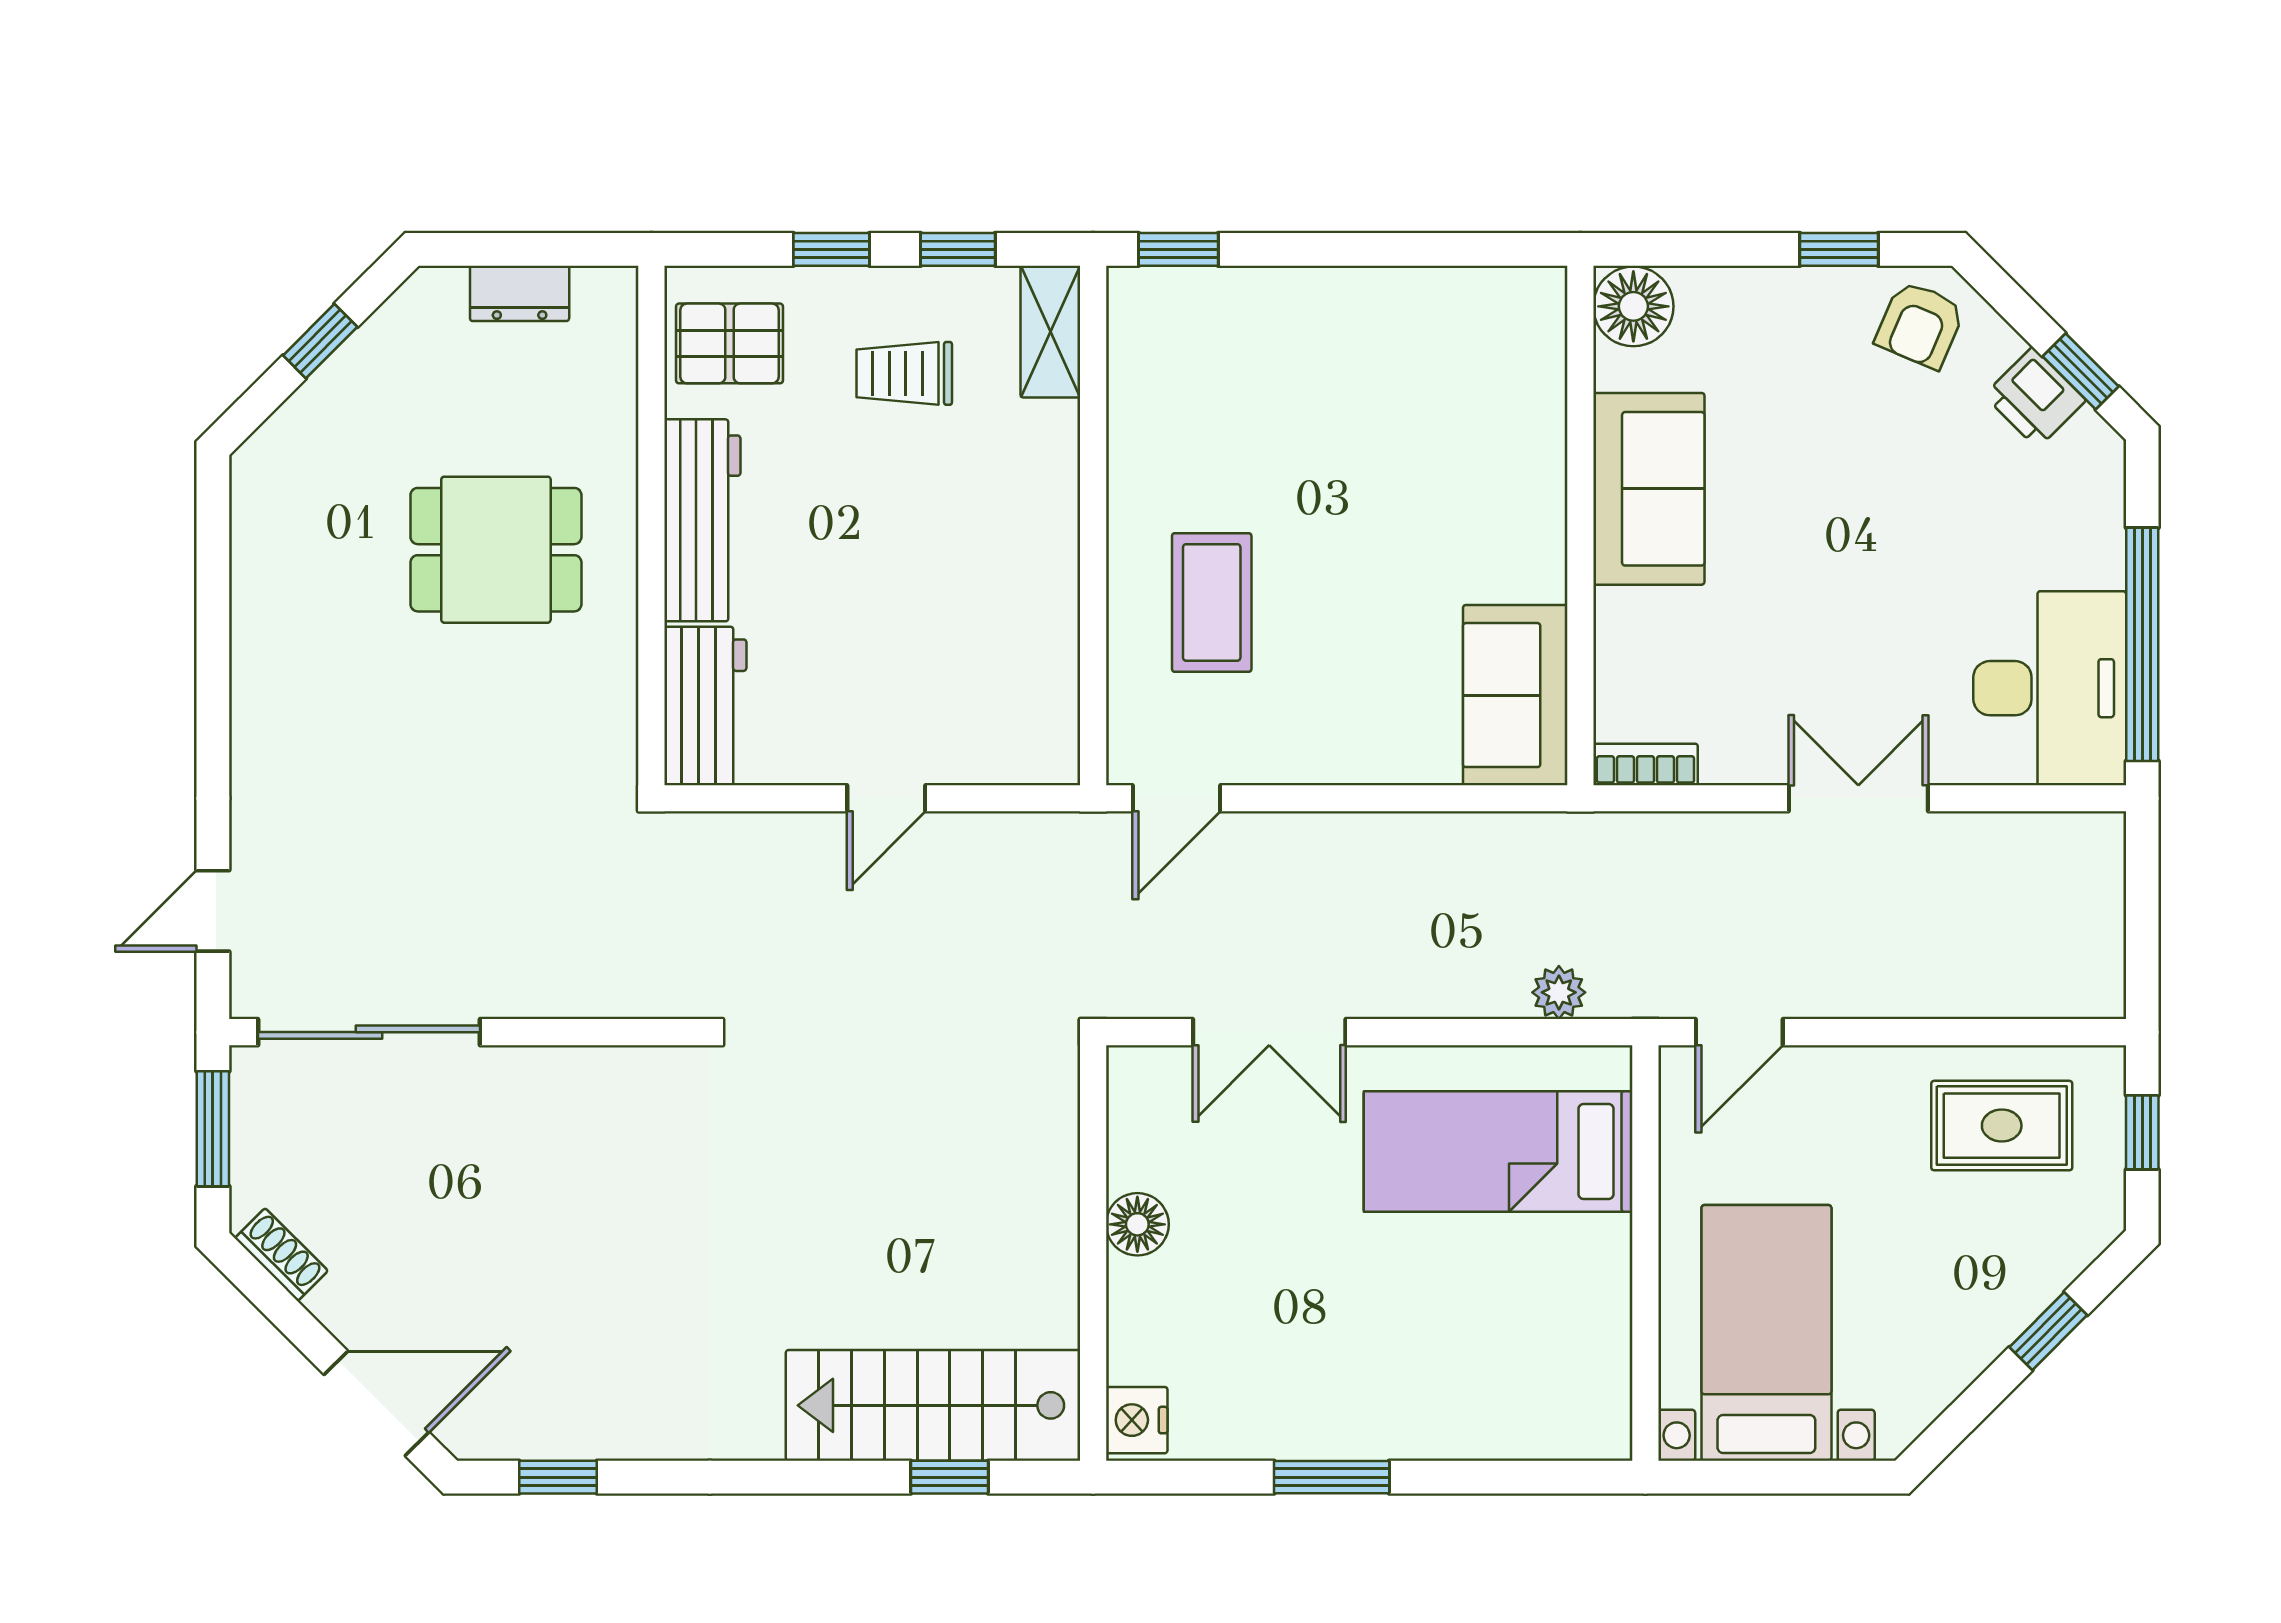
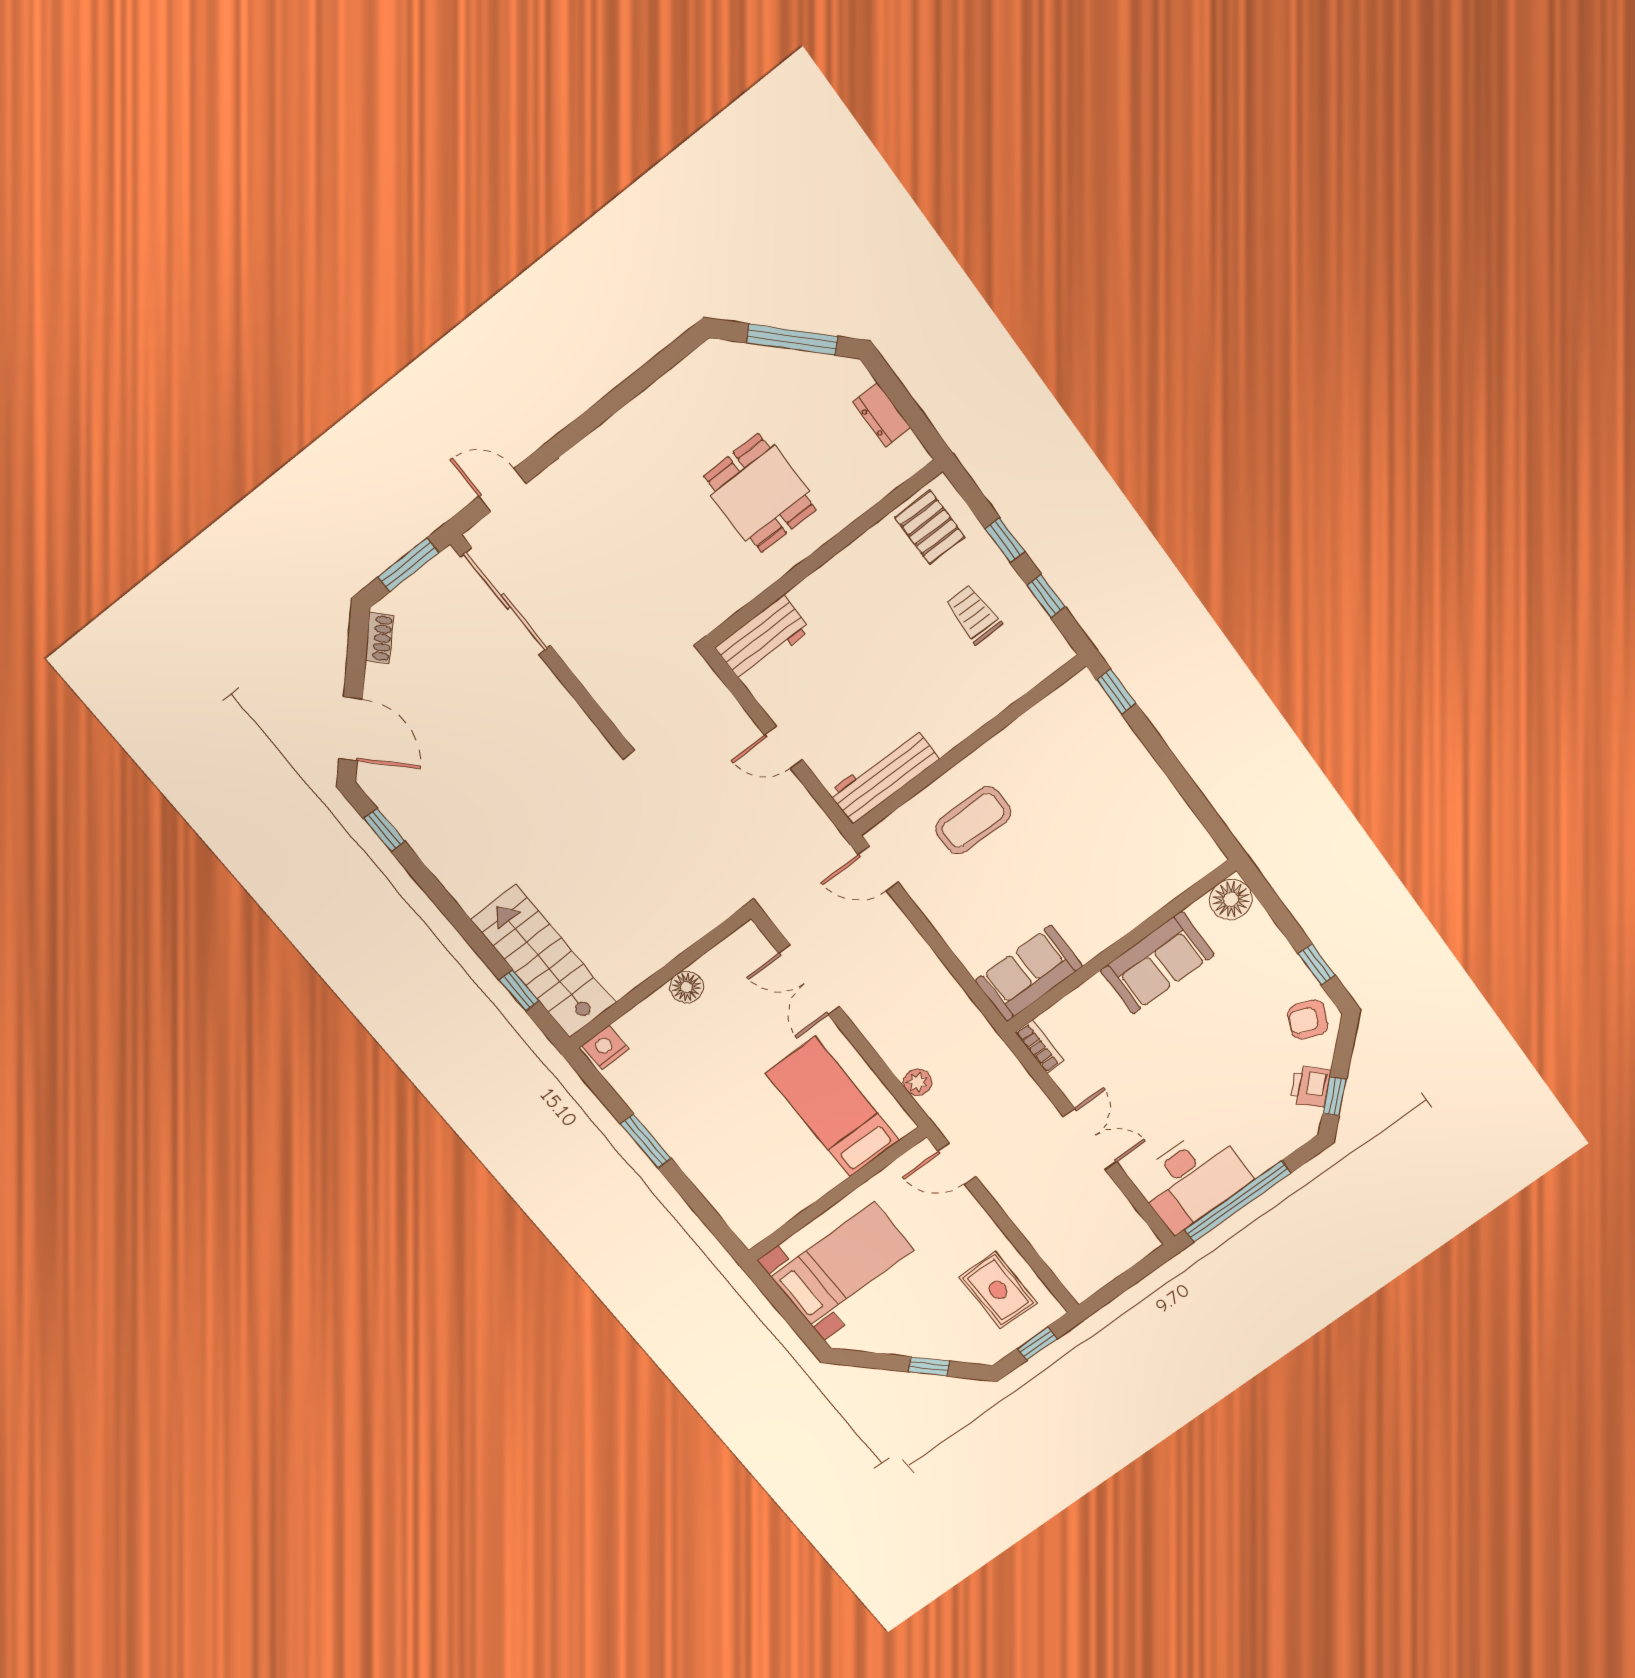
shelving: (1050, 332) -> (1039, 664), removed
window: (320, 341) -> (792, 340), width x2.17
workbench: (702, 520) -> (884, 776), moved, turned 180

